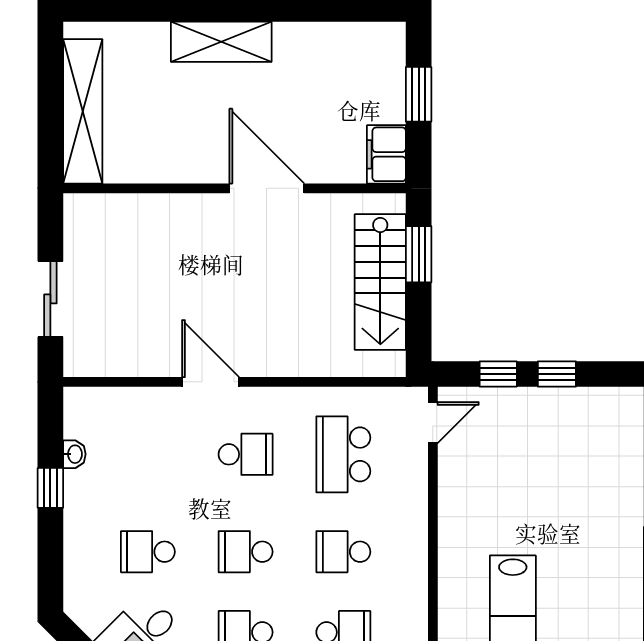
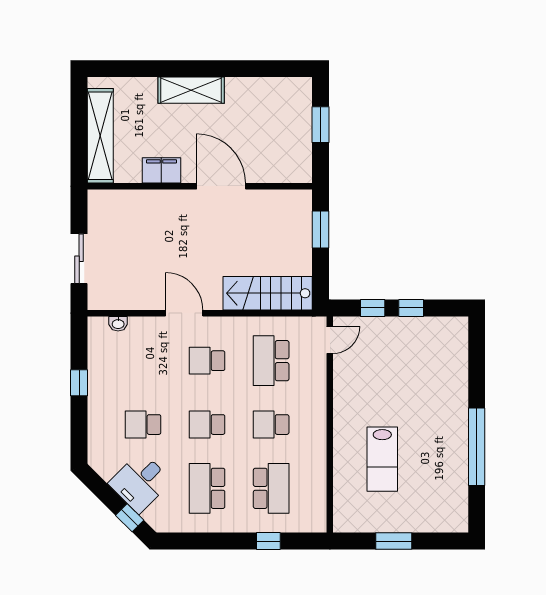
filing cabinet: (386, 154) -> (161, 170), moved, turned 90
stairs: (380, 282) -> (268, 293), moved, turned 90
washbasin: (74, 454) -> (118, 324), moved, turned 90
school desk: (246, 454) -> (207, 361), turned 180

